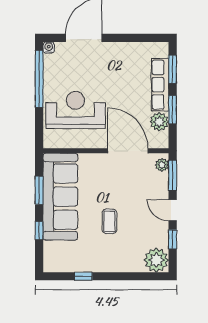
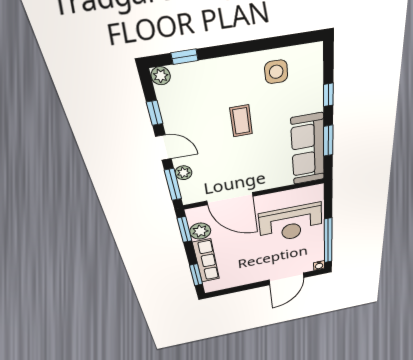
window: (173, 110) -> (185, 230), moved
plant: (162, 165) -> (183, 173), moved
sofa: (60, 197) -> (308, 150), width x0.74, depth x0.79
side table: (79, 255) -> (276, 72), added
plant: (156, 260) -> (161, 76), width x0.53, depth x0.53
window: (83, 276) -> (185, 57), moved

